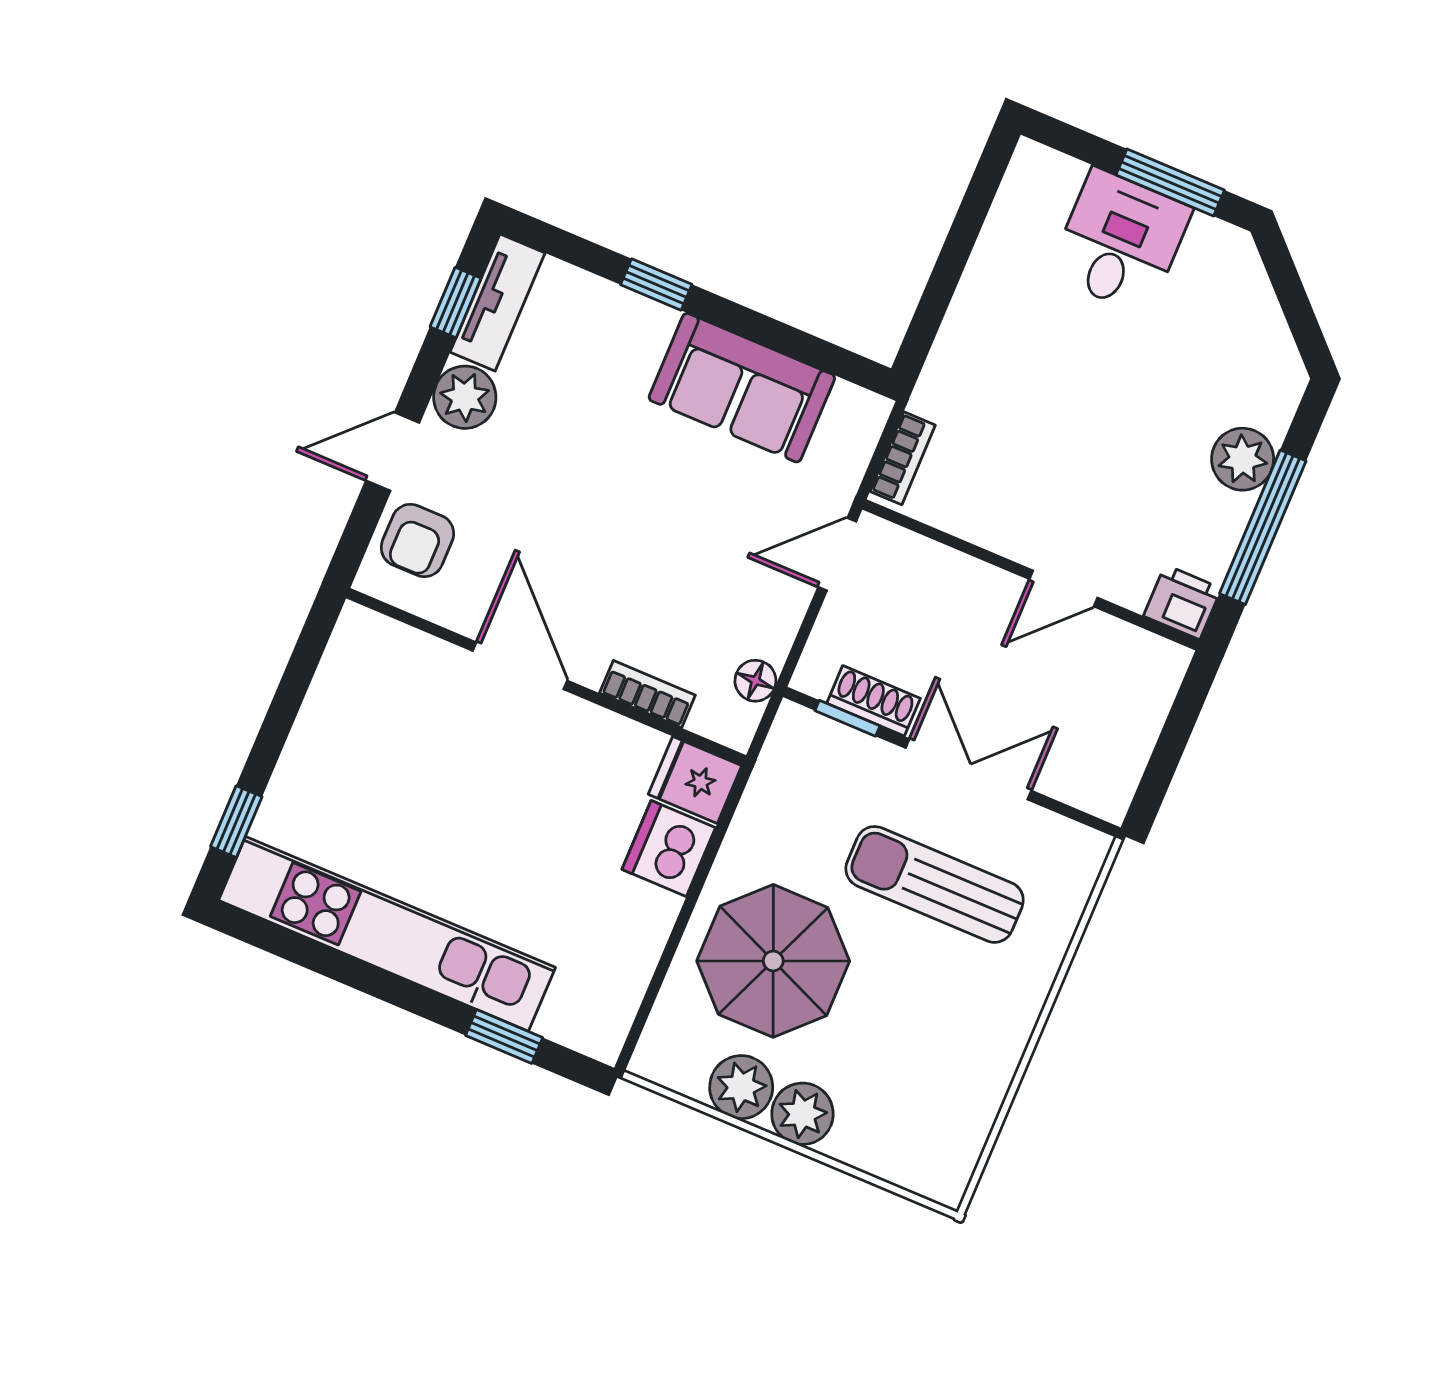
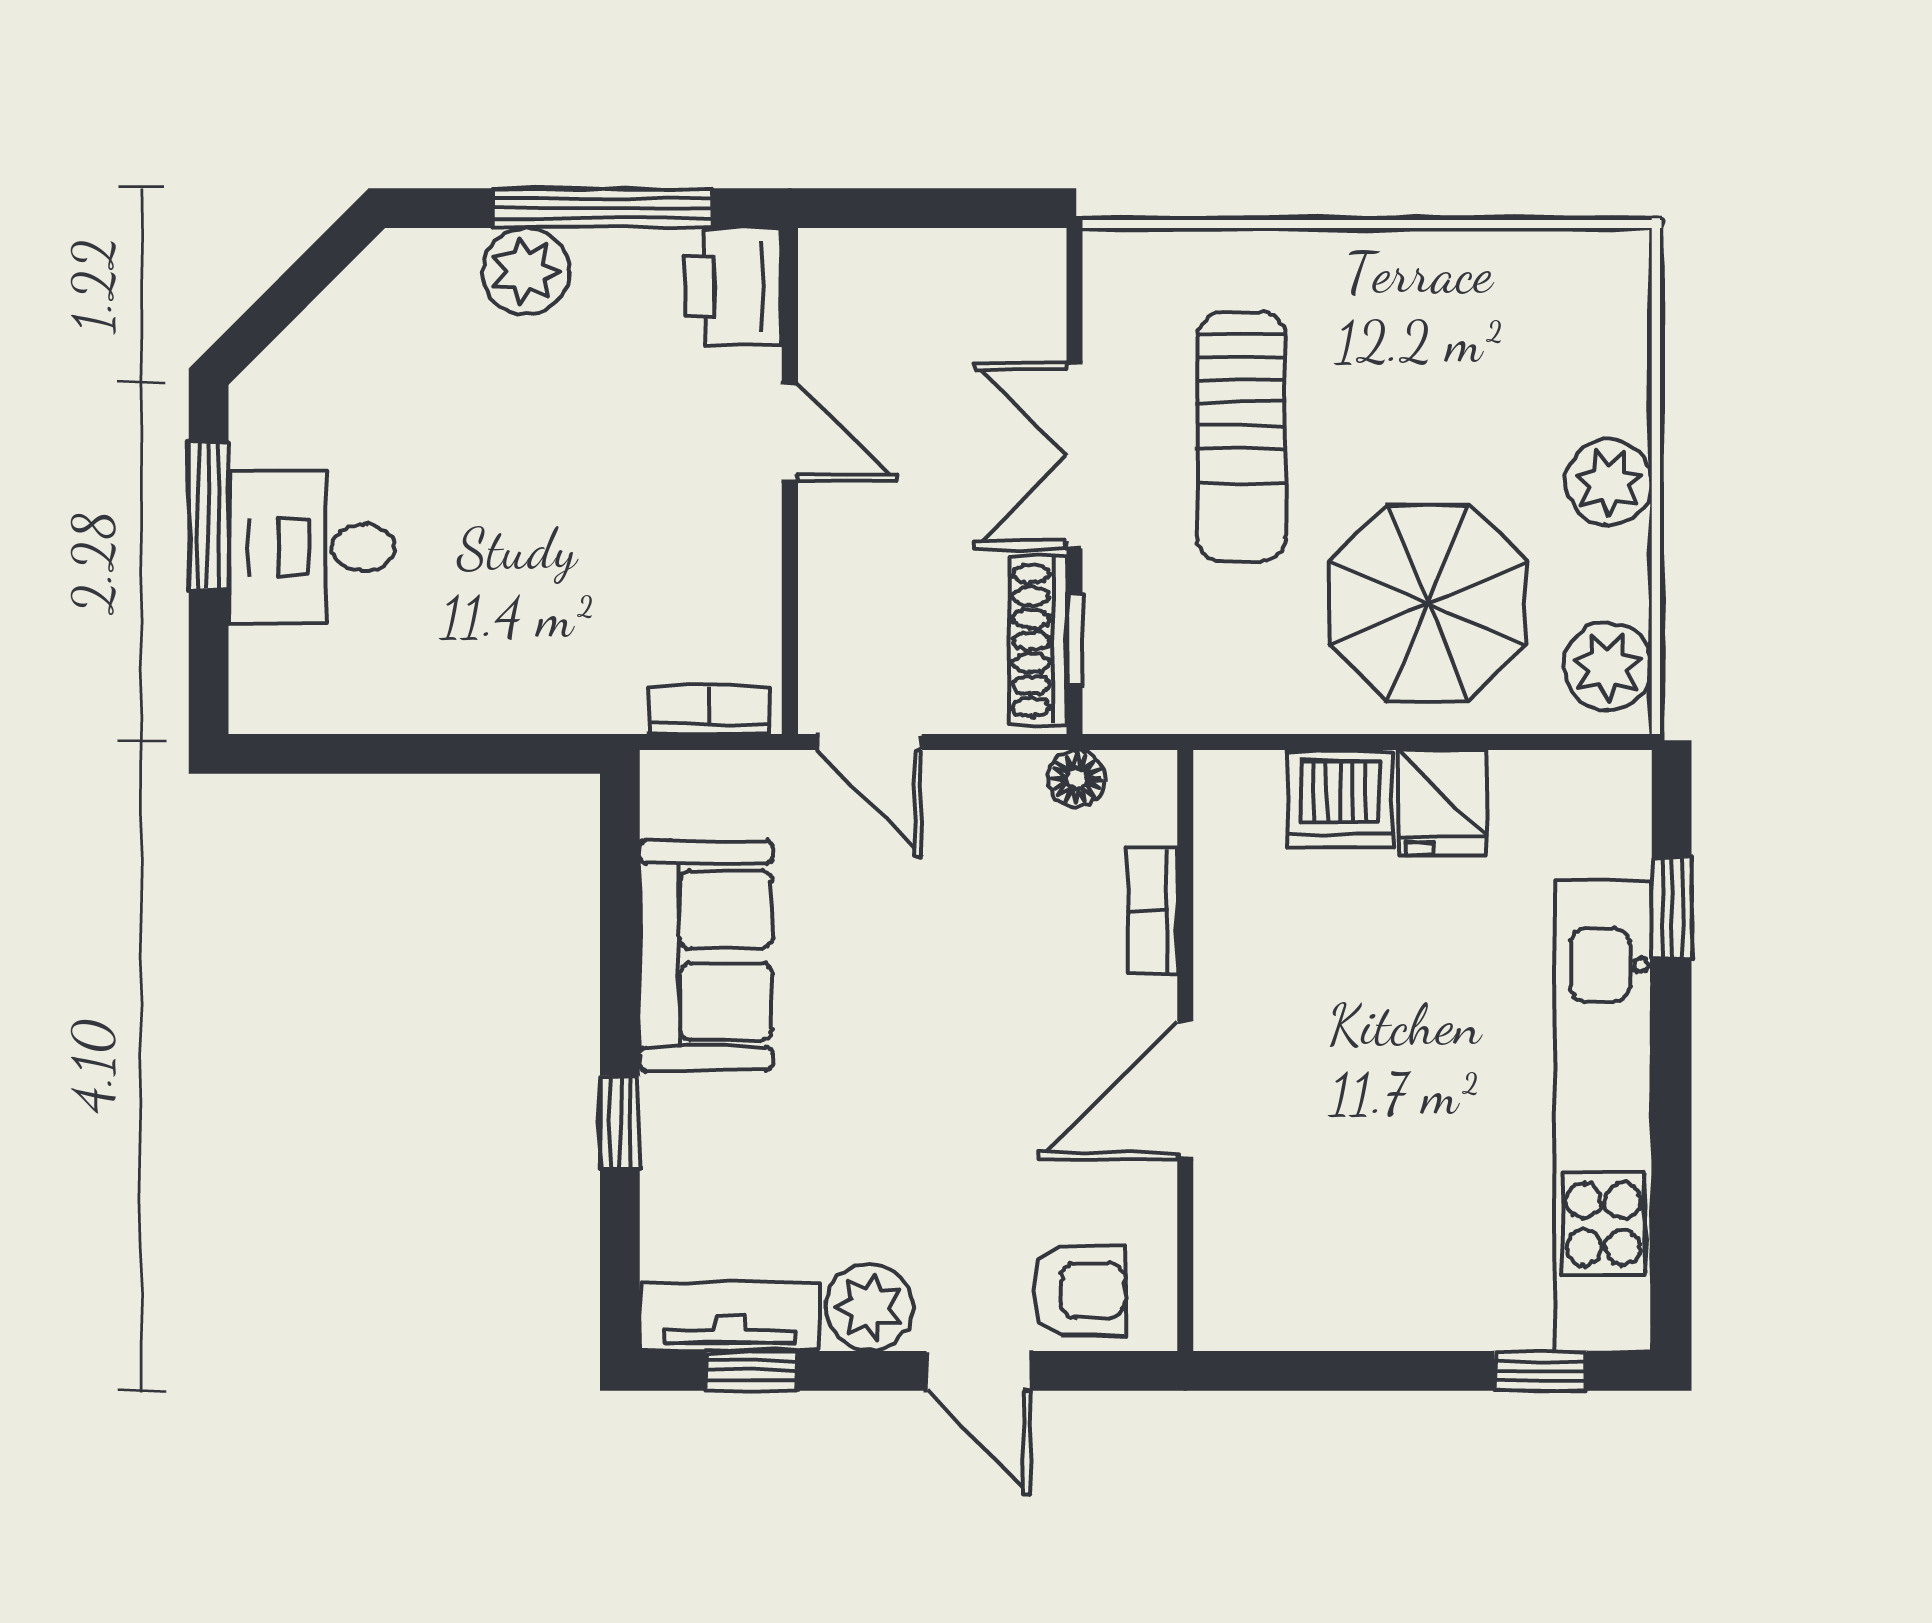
printer: (1182, 602) -> (733, 287), width x1.36, depth x1.24
shoe rack: (874, 701) -> (1038, 641), width x1.43
fridge: (695, 780) -> (1443, 802), moved
plant: (741, 1087) -> (1608, 667), moved

